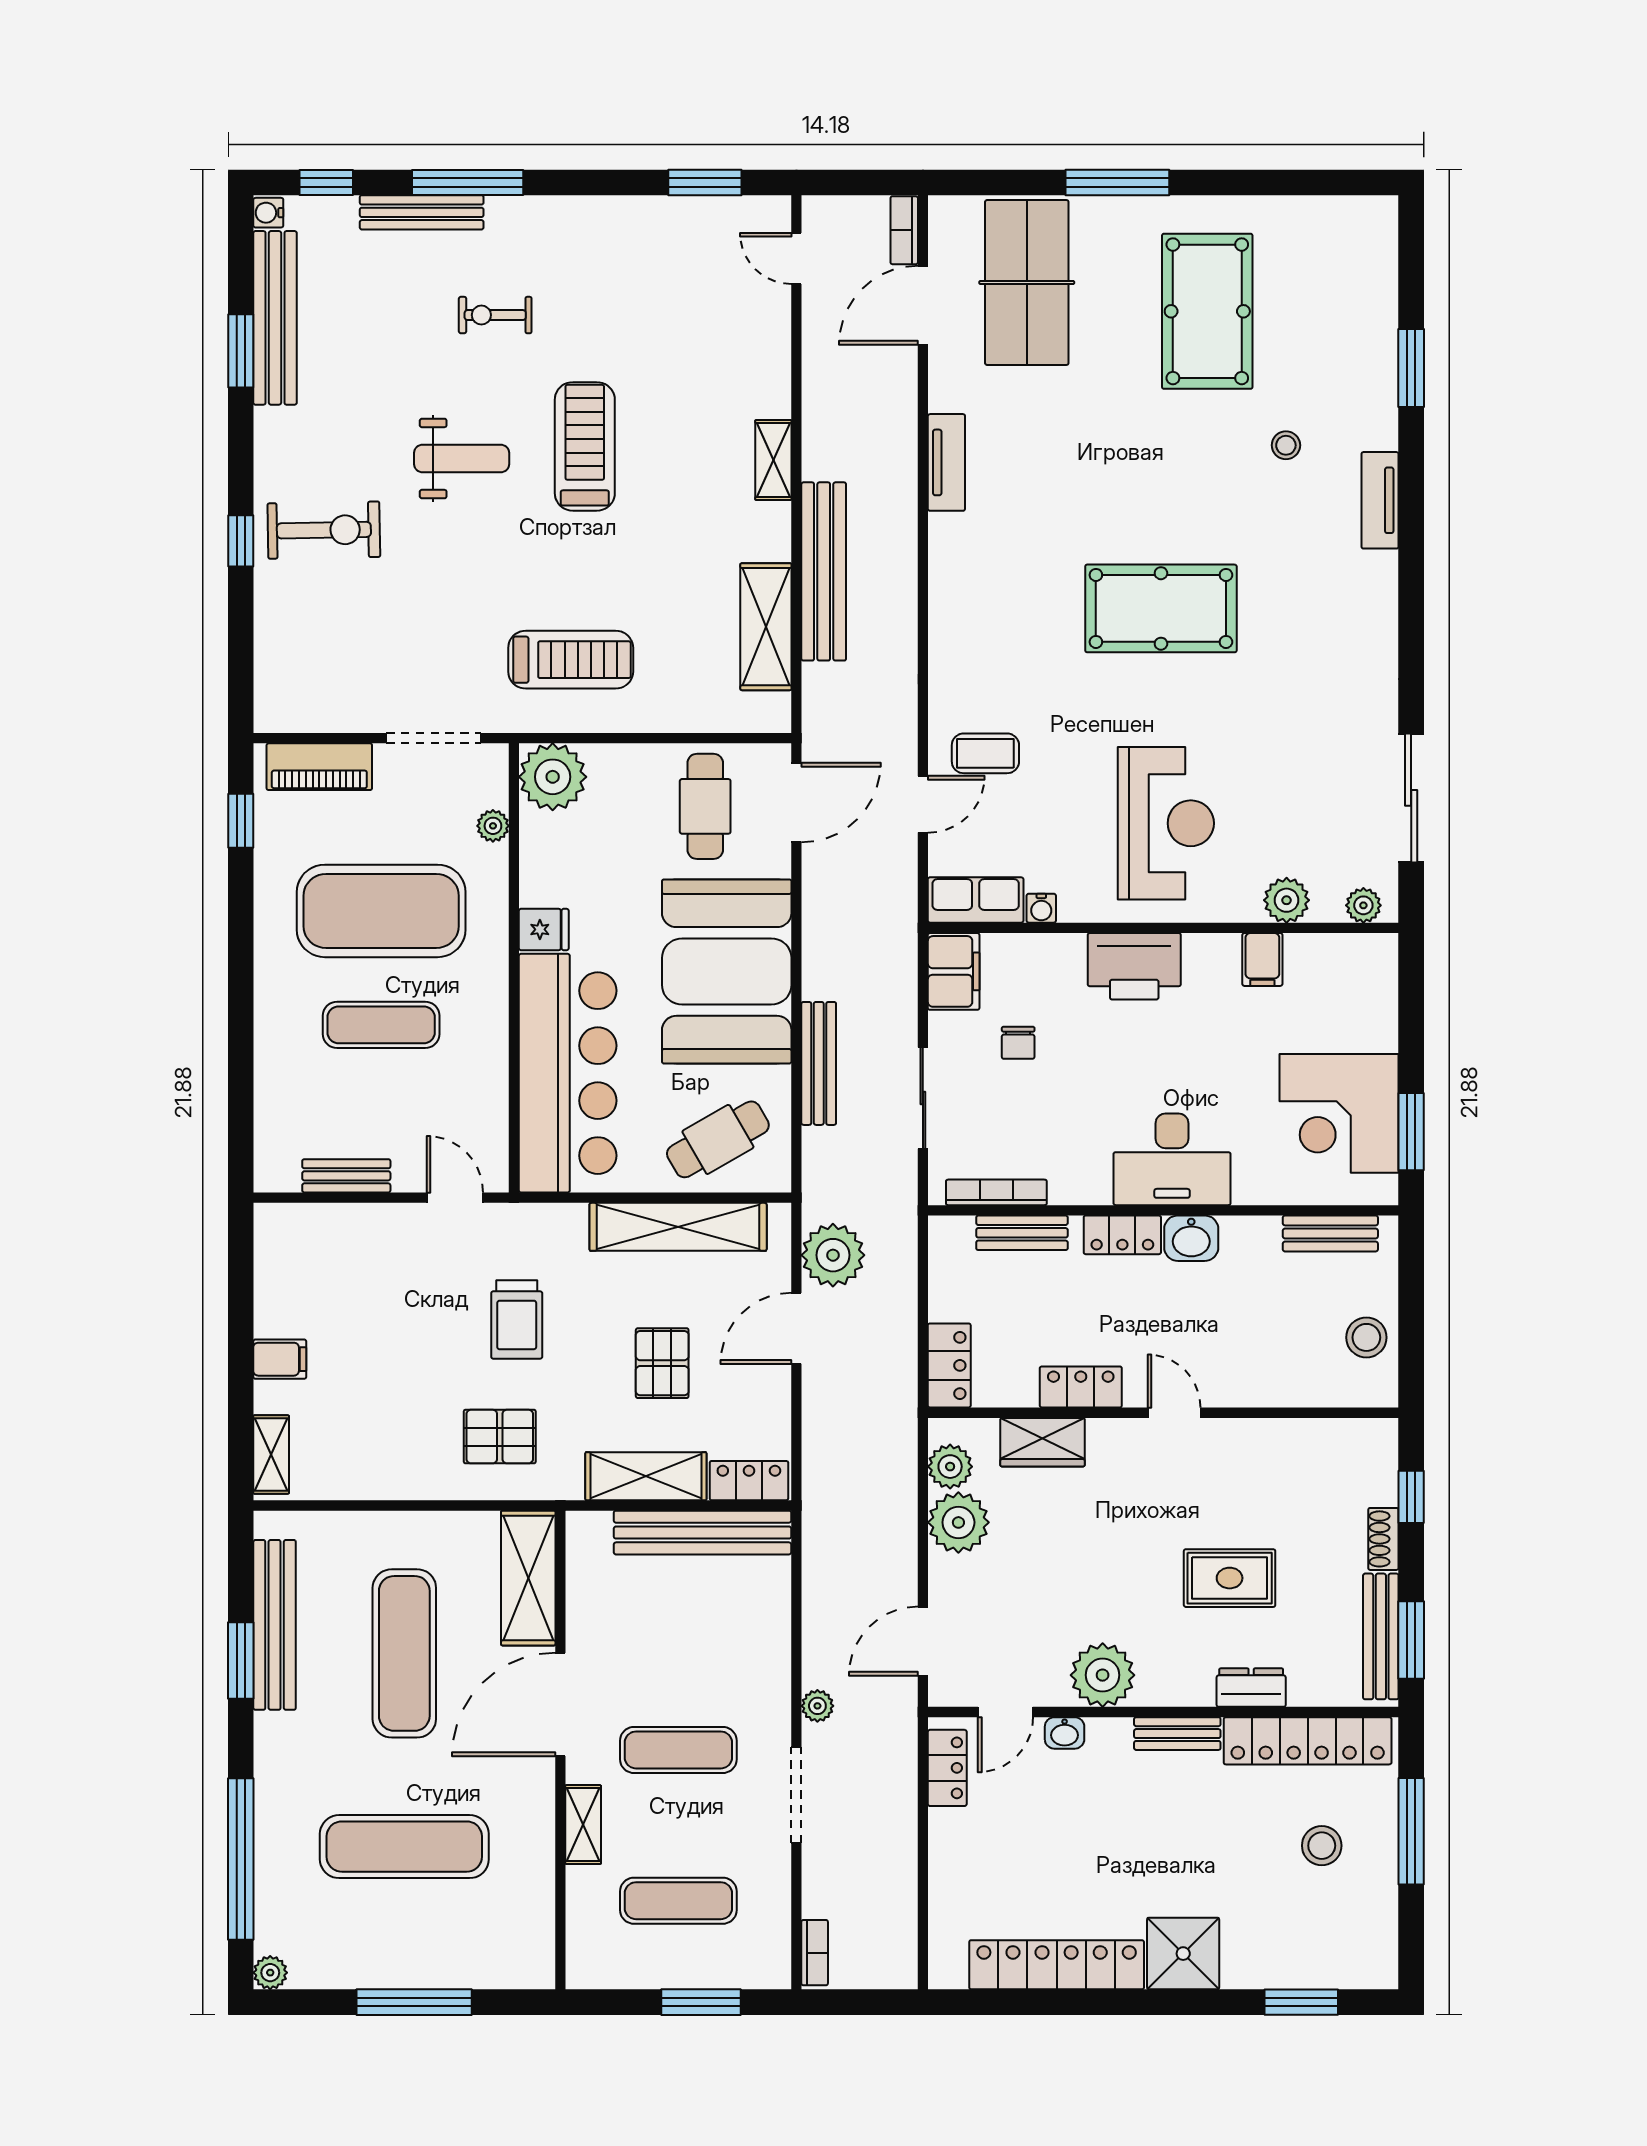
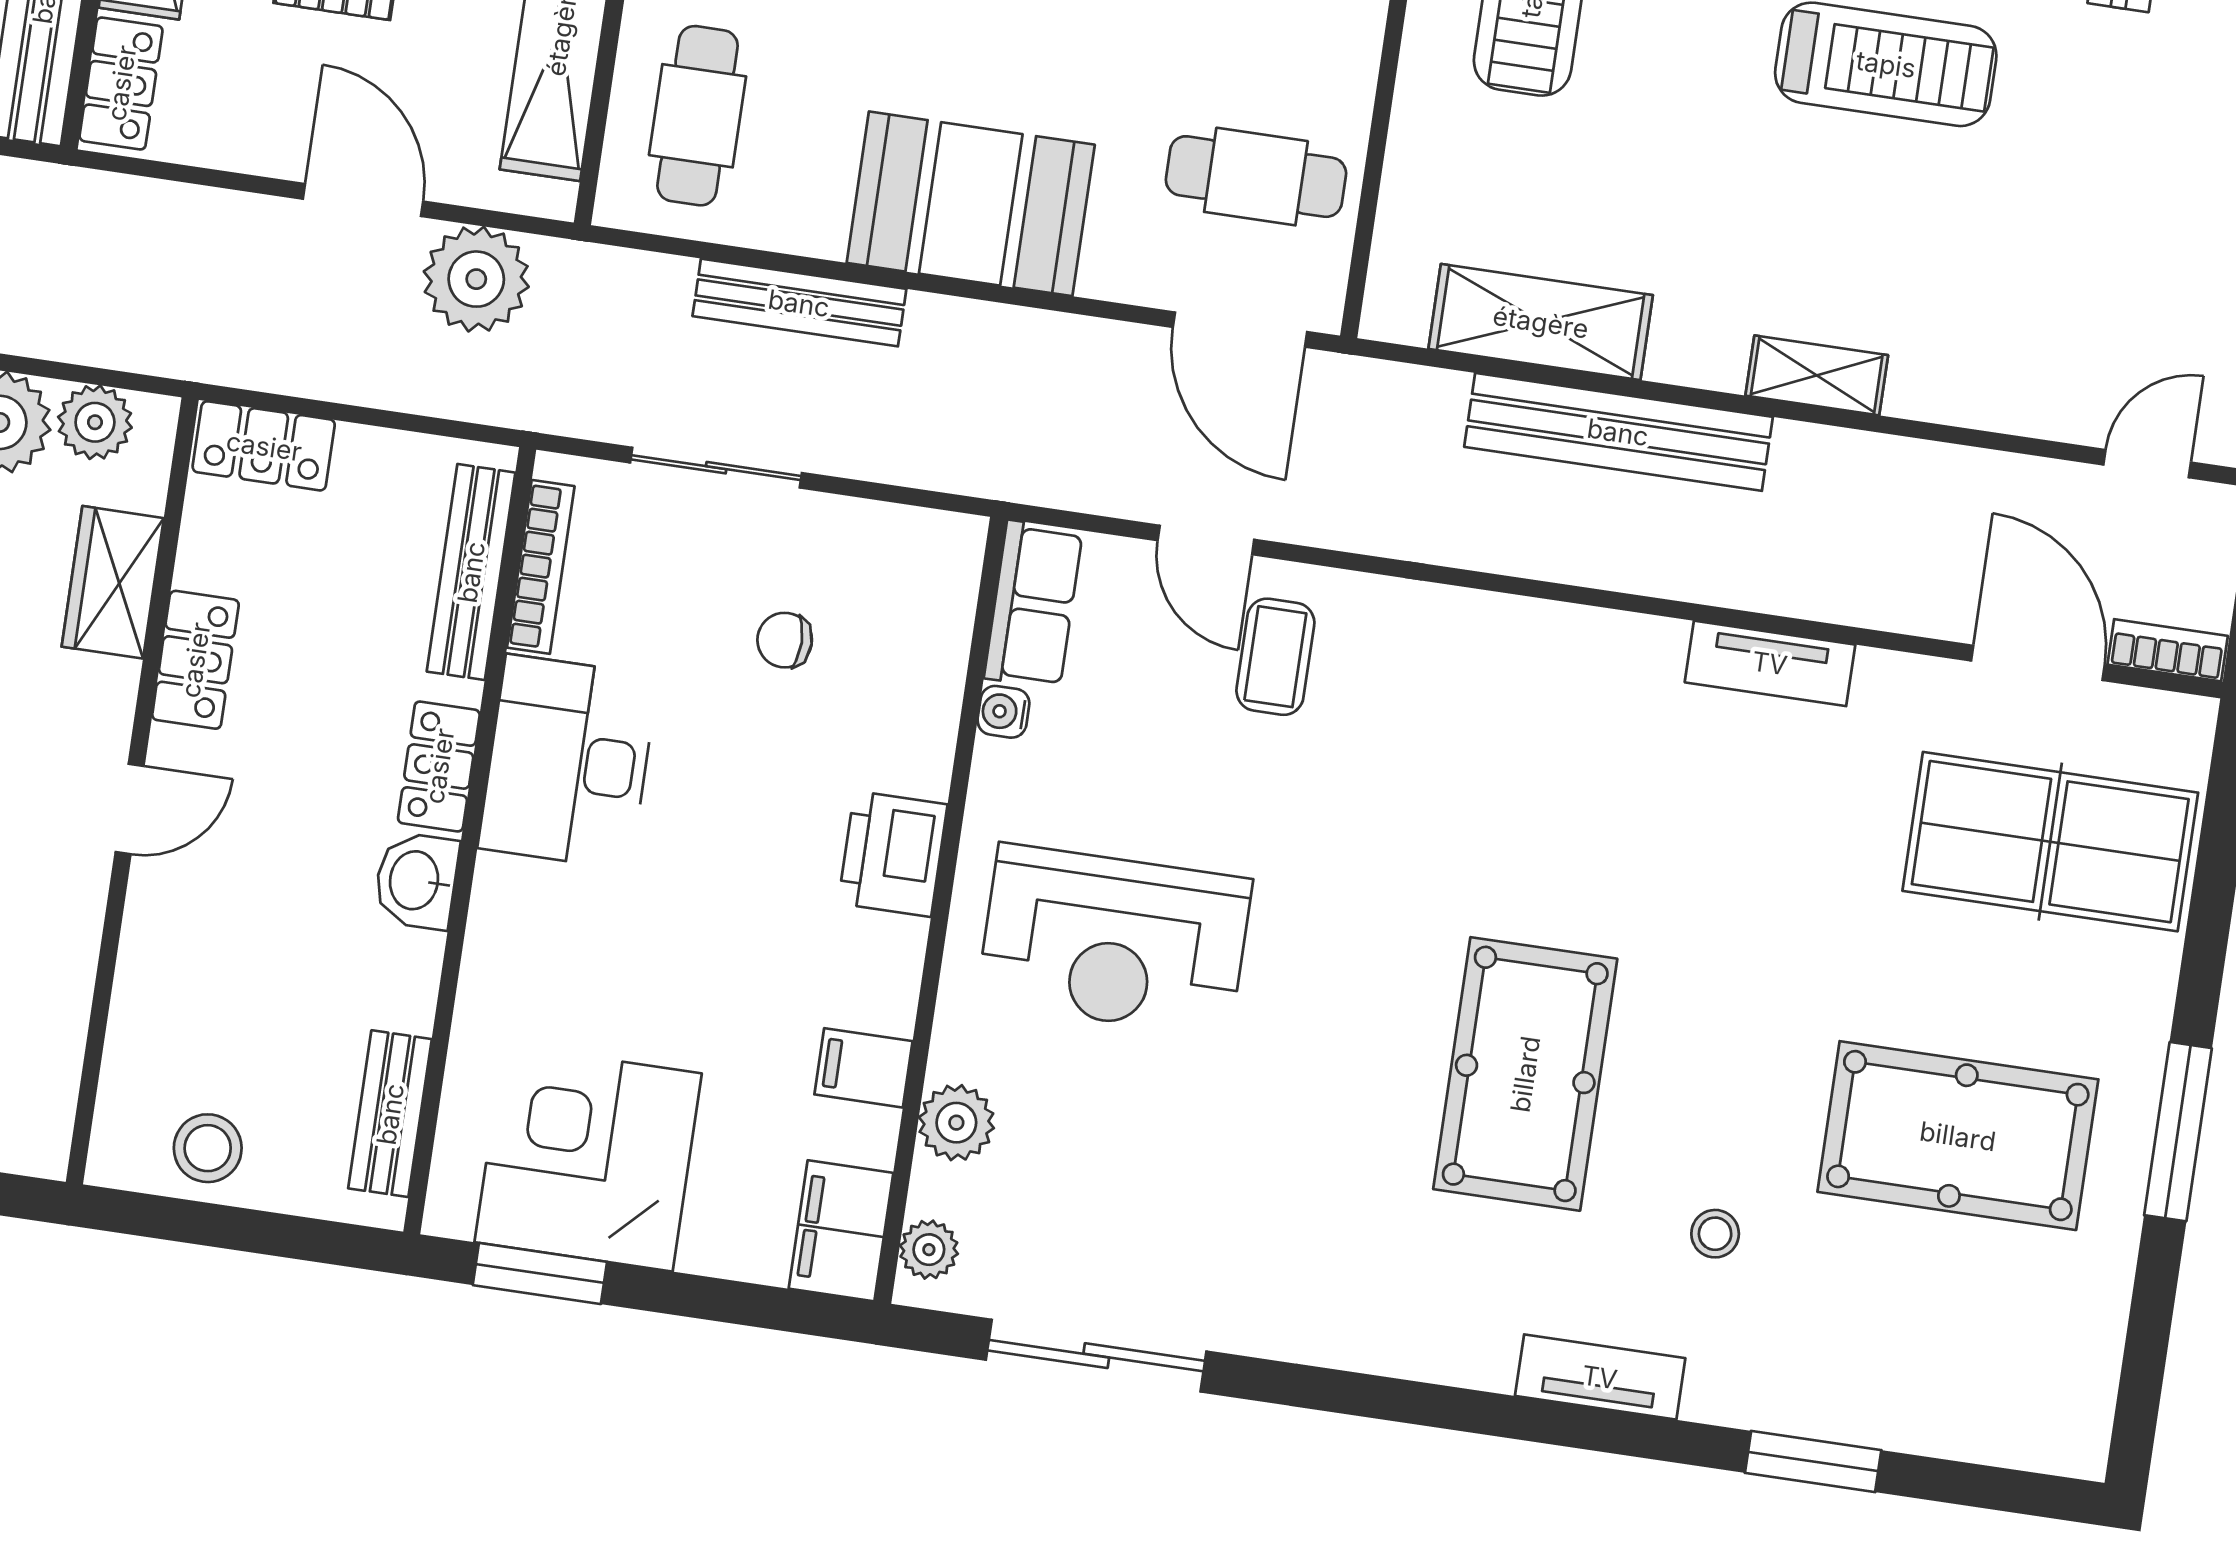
window: (1117, 182) -> (2178, 1132), moved
pool table: (1161, 608) -> (1525, 1074), moved
printer: (1134, 966) -> (893, 854), width x0.73, depth x0.84
booth: (727, 971) -> (971, 204), width x0.73, depth x0.70
filing cabinet: (954, 971) -> (841, 1231), moved, turned 90
cafe table: (718, 1139) -> (698, 116), turned 30
desk: (1172, 1159) -> (568, 762), moved
bench: (1022, 1233) -> (471, 572), width x1.36

